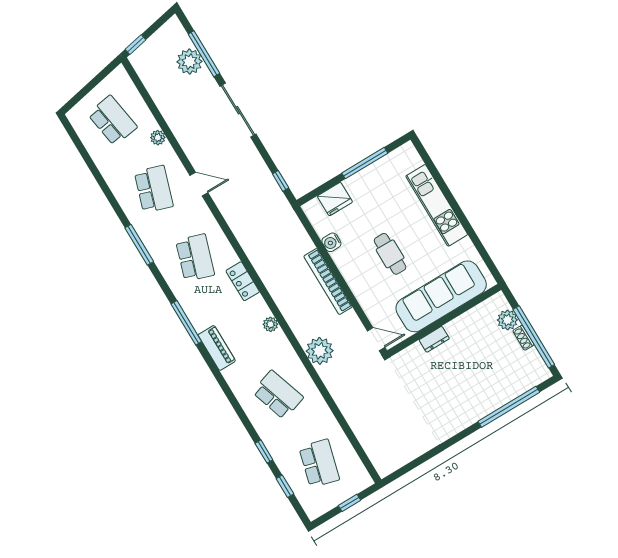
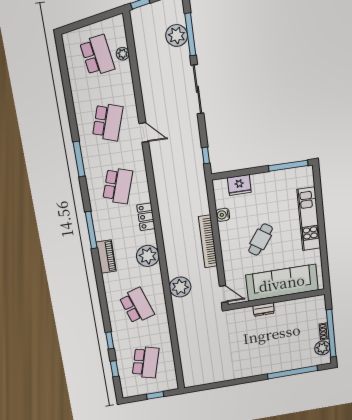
plant: (158, 138) -> (123, 54), moved
window: (365, 163) -> (288, 166), moved
cafe table: (390, 254) -> (261, 239), turned 35
plant: (507, 320) -> (322, 348), moved
plant: (270, 324) -> (148, 256), width x1.87, depth x1.87

